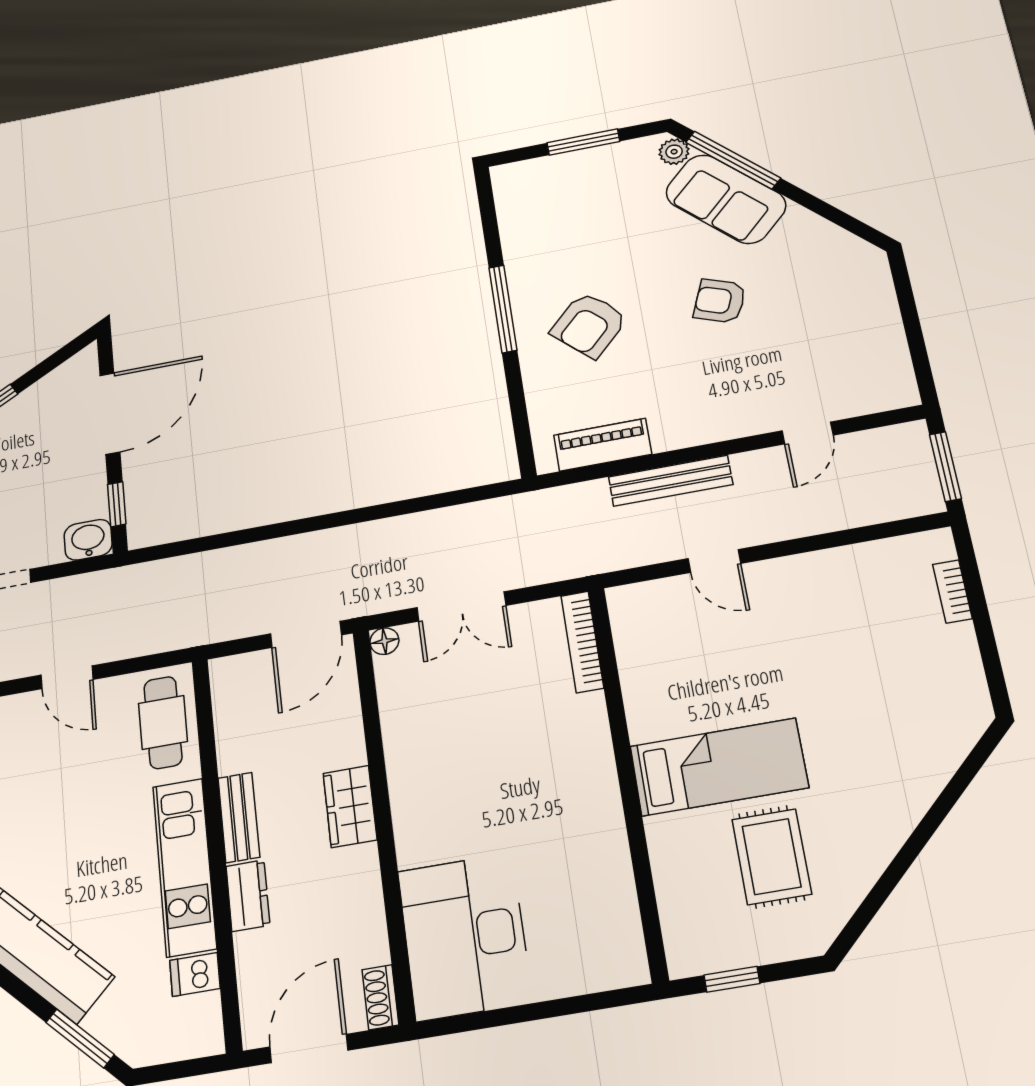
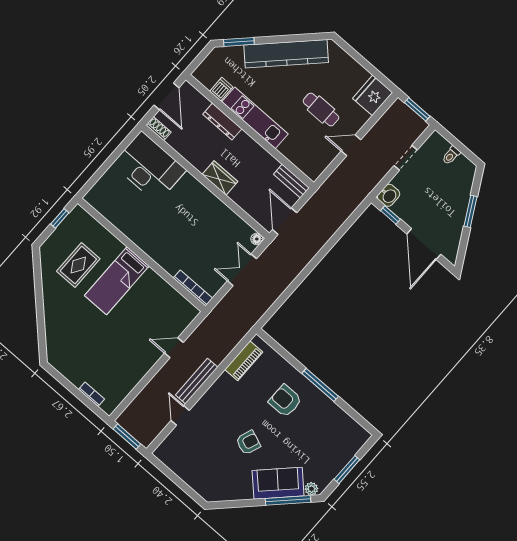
armchair: (589, 325) -> (285, 401), turned -44
bench: (671, 481) -> (197, 381), moved
cafe table: (163, 722) -> (321, 109), moved
bench: (239, 817) -> (291, 181), moved
rug: (772, 857) -> (78, 265), turned 90
dresser: (248, 896) -> (222, 122), width x1.44

